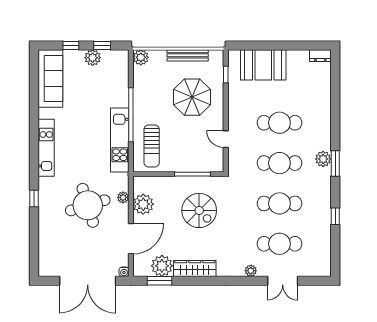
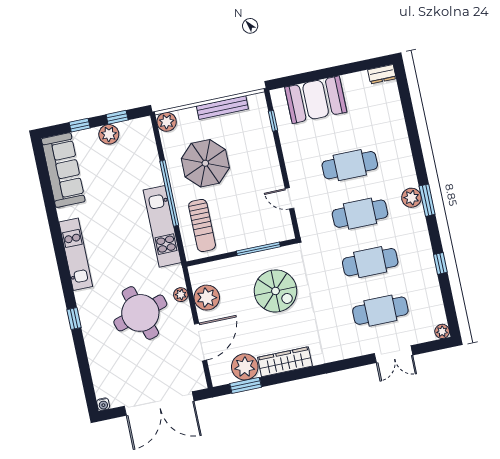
parasol: (192, 97) -> (205, 163), moved
plant: (251, 271) -> (442, 331), moved
water cooler: (124, 272) -> (103, 404), moved

